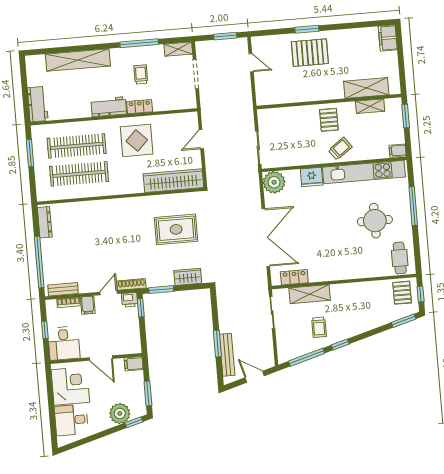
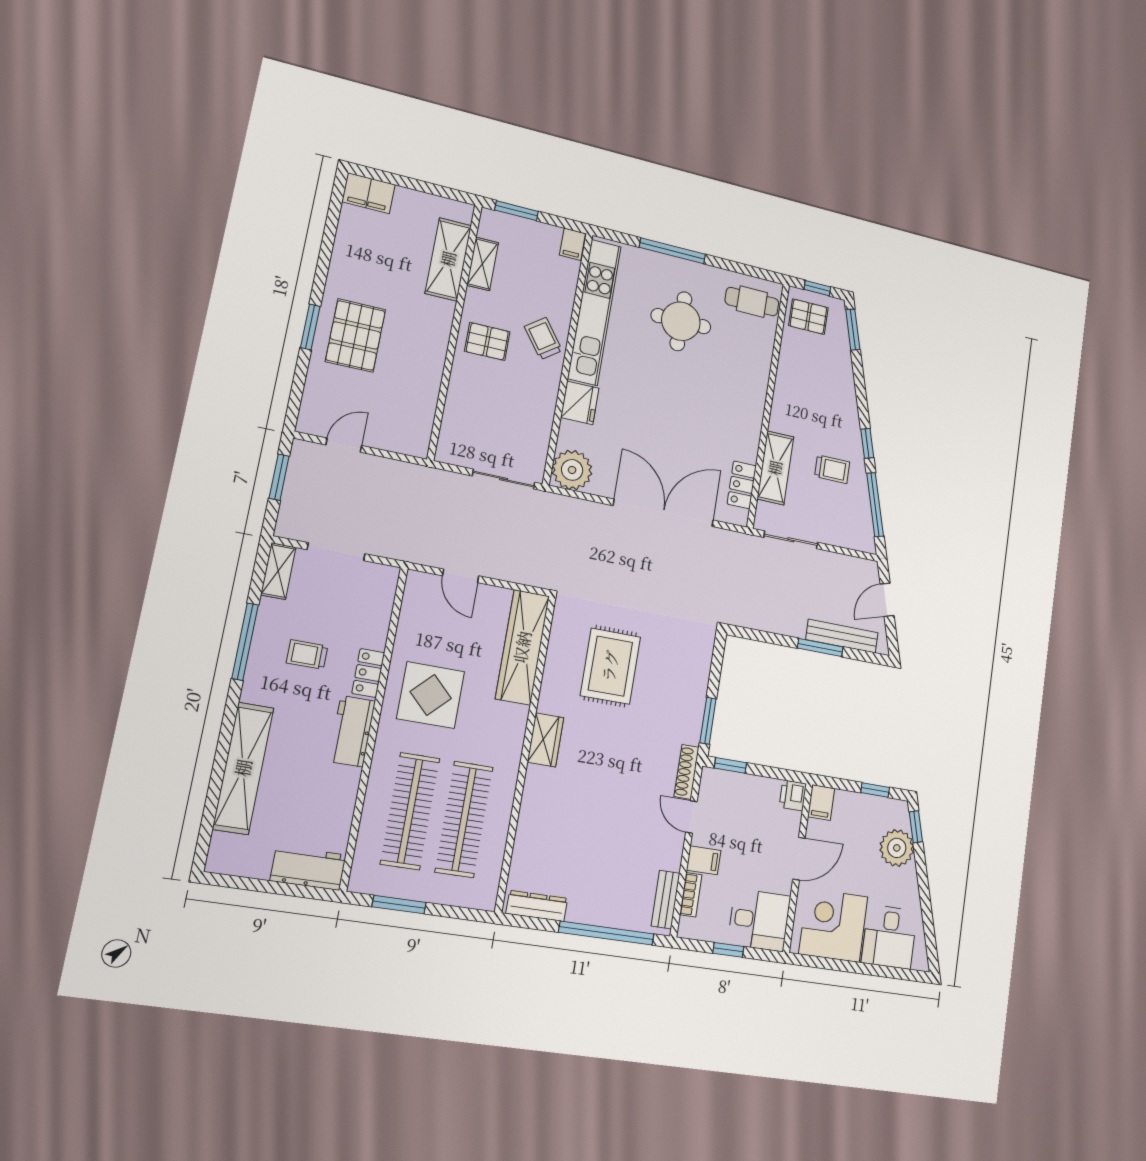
wardrobe: (188, 277) -> (546, 740), moved, turned 180
printer: (130, 300) -> (793, 795), moved, turned 180
window: (148, 394) -> (875, 790), width x0.67

